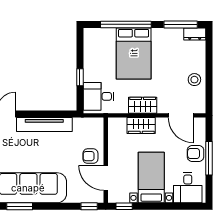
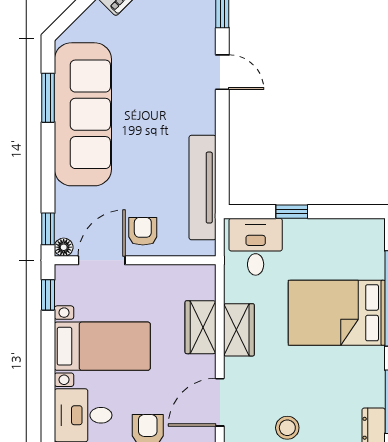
tv unit: (44, 124) -> (203, 188), moved
floor lamp: (99, 198) -> (64, 247), added

